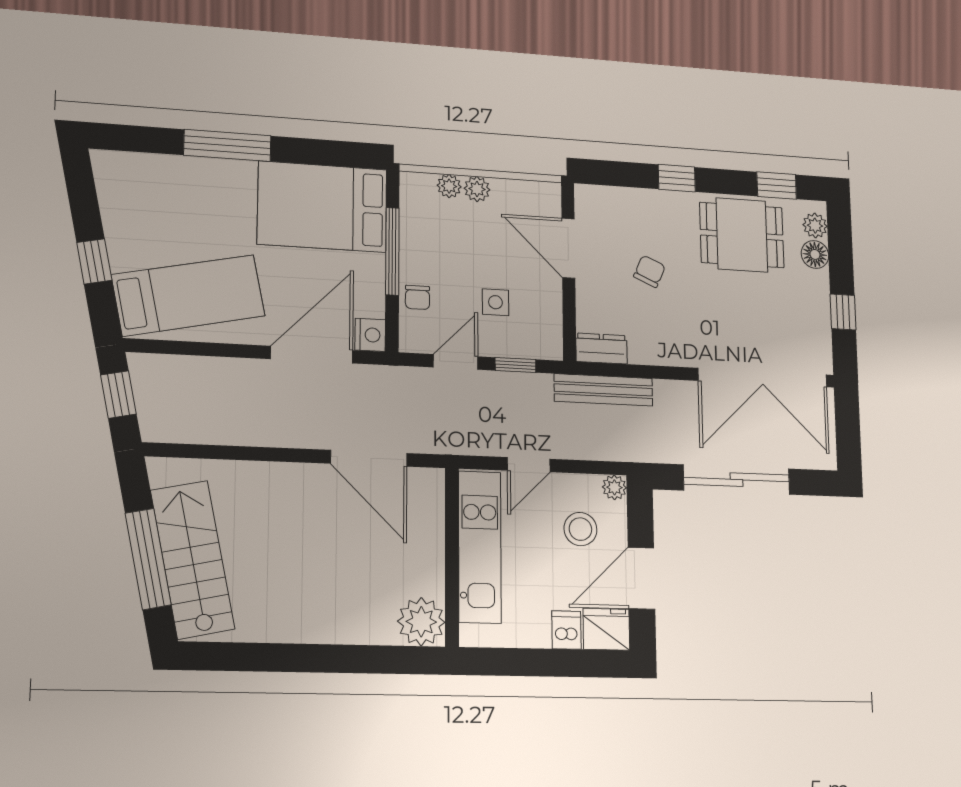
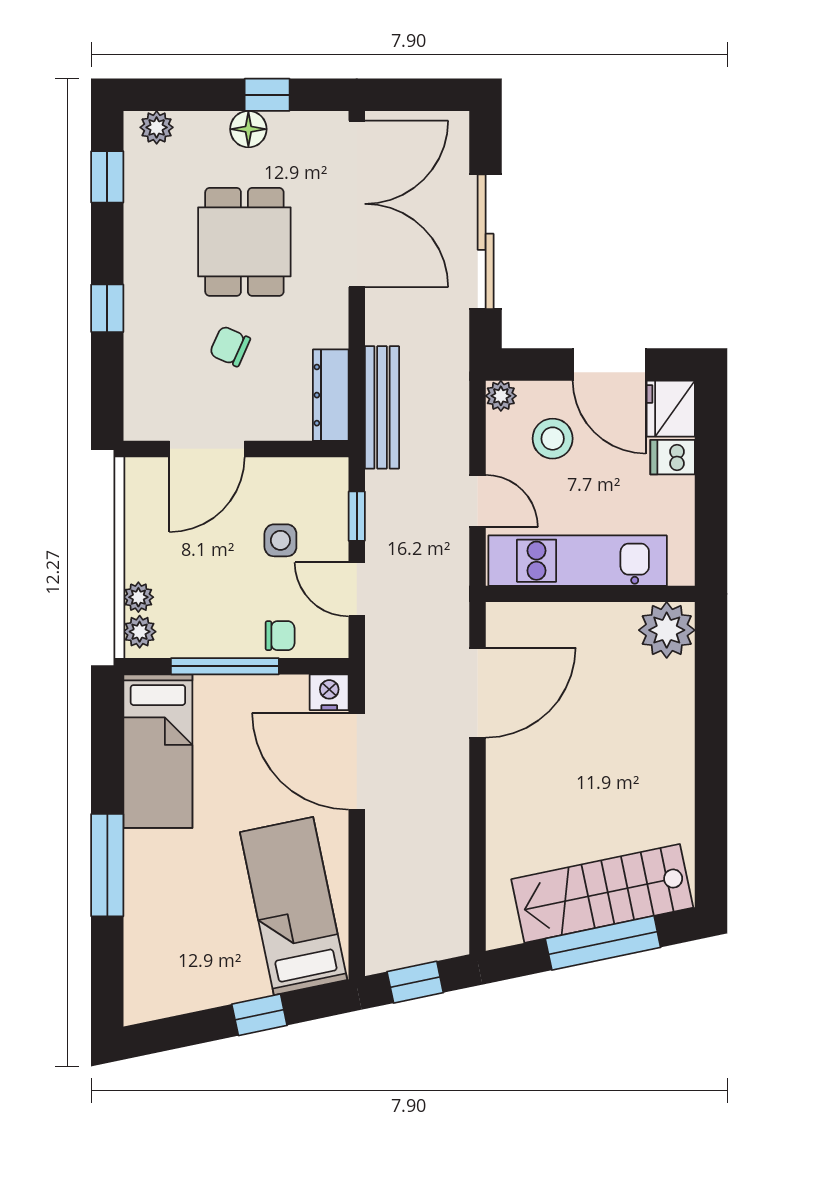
plant: (477, 189) -> (140, 632), moved
bed: (322, 207) -> (158, 751), width x0.67
dining table: (742, 235) -> (244, 242), moved
floor lamp: (815, 254) -> (248, 129), moved
dresser: (601, 349) -> (331, 395), width x1.44

